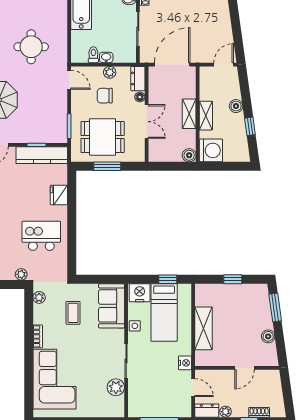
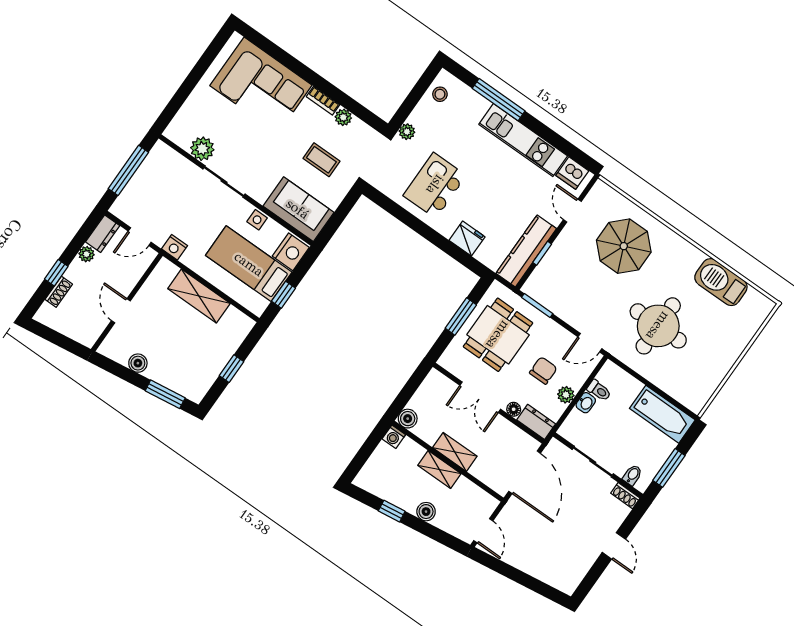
round table: (31, 47) -> (658, 326), width x1.36, depth x1.36
washing machine: (211, 150) -> (394, 437), width x0.53, depth x0.53
kitchen island: (41, 236) -> (435, 185), turned 180
plant: (39, 297) -> (343, 117), moved

